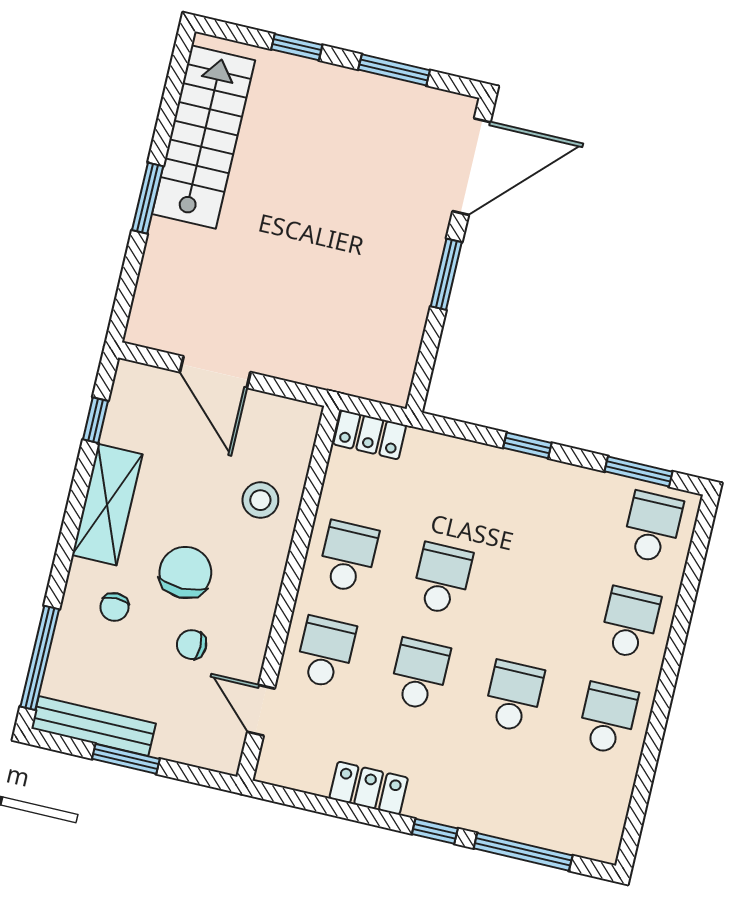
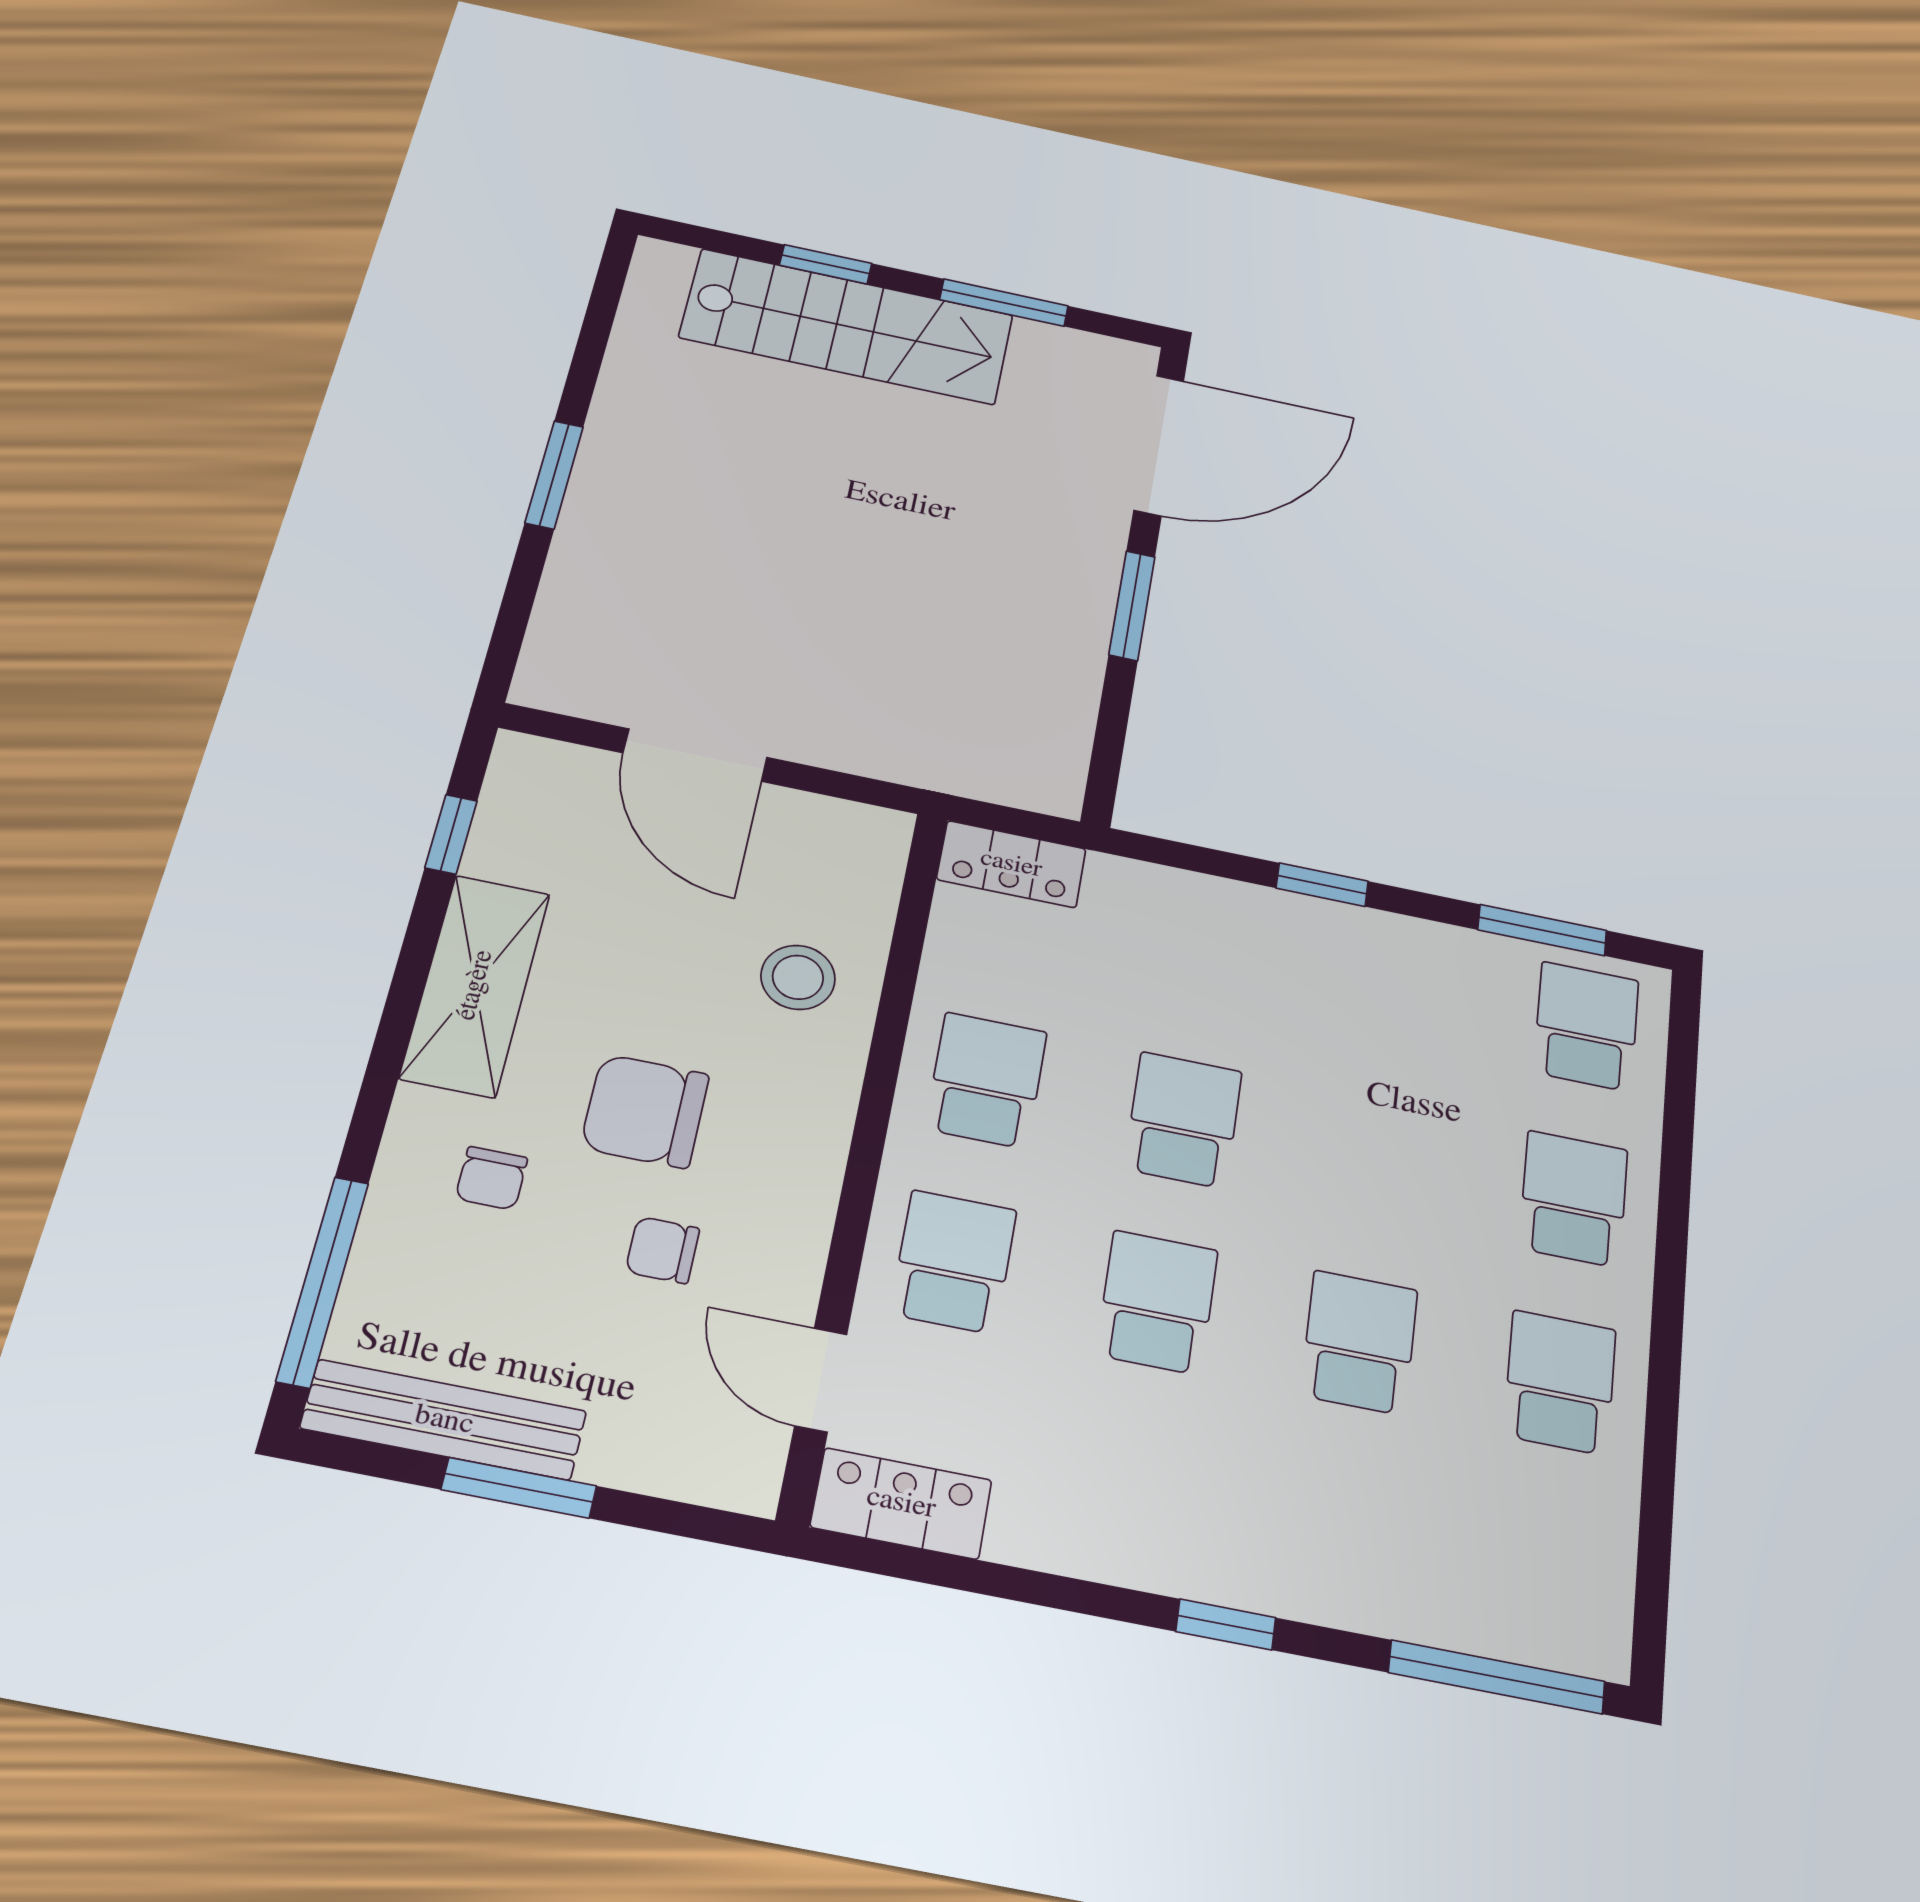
stairs: (203, 137) -> (847, 326), moved, turned 90
chair: (185, 573) -> (645, 1111), turned -90
locker: (369, 788) -> (901, 1503), moved
window: (523, 852) -> (1497, 1677), moved

